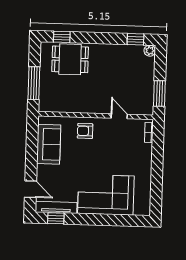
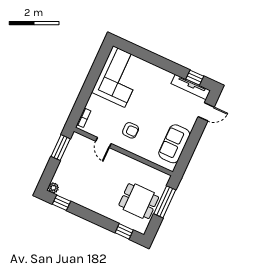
dining table: (70, 59) -> (139, 201), moved
armchair: (85, 131) -> (131, 130), moved
door: (30, 189) -> (206, 112), swing flipped
corner sofa: (106, 195) -> (119, 77), moved, turned -90

